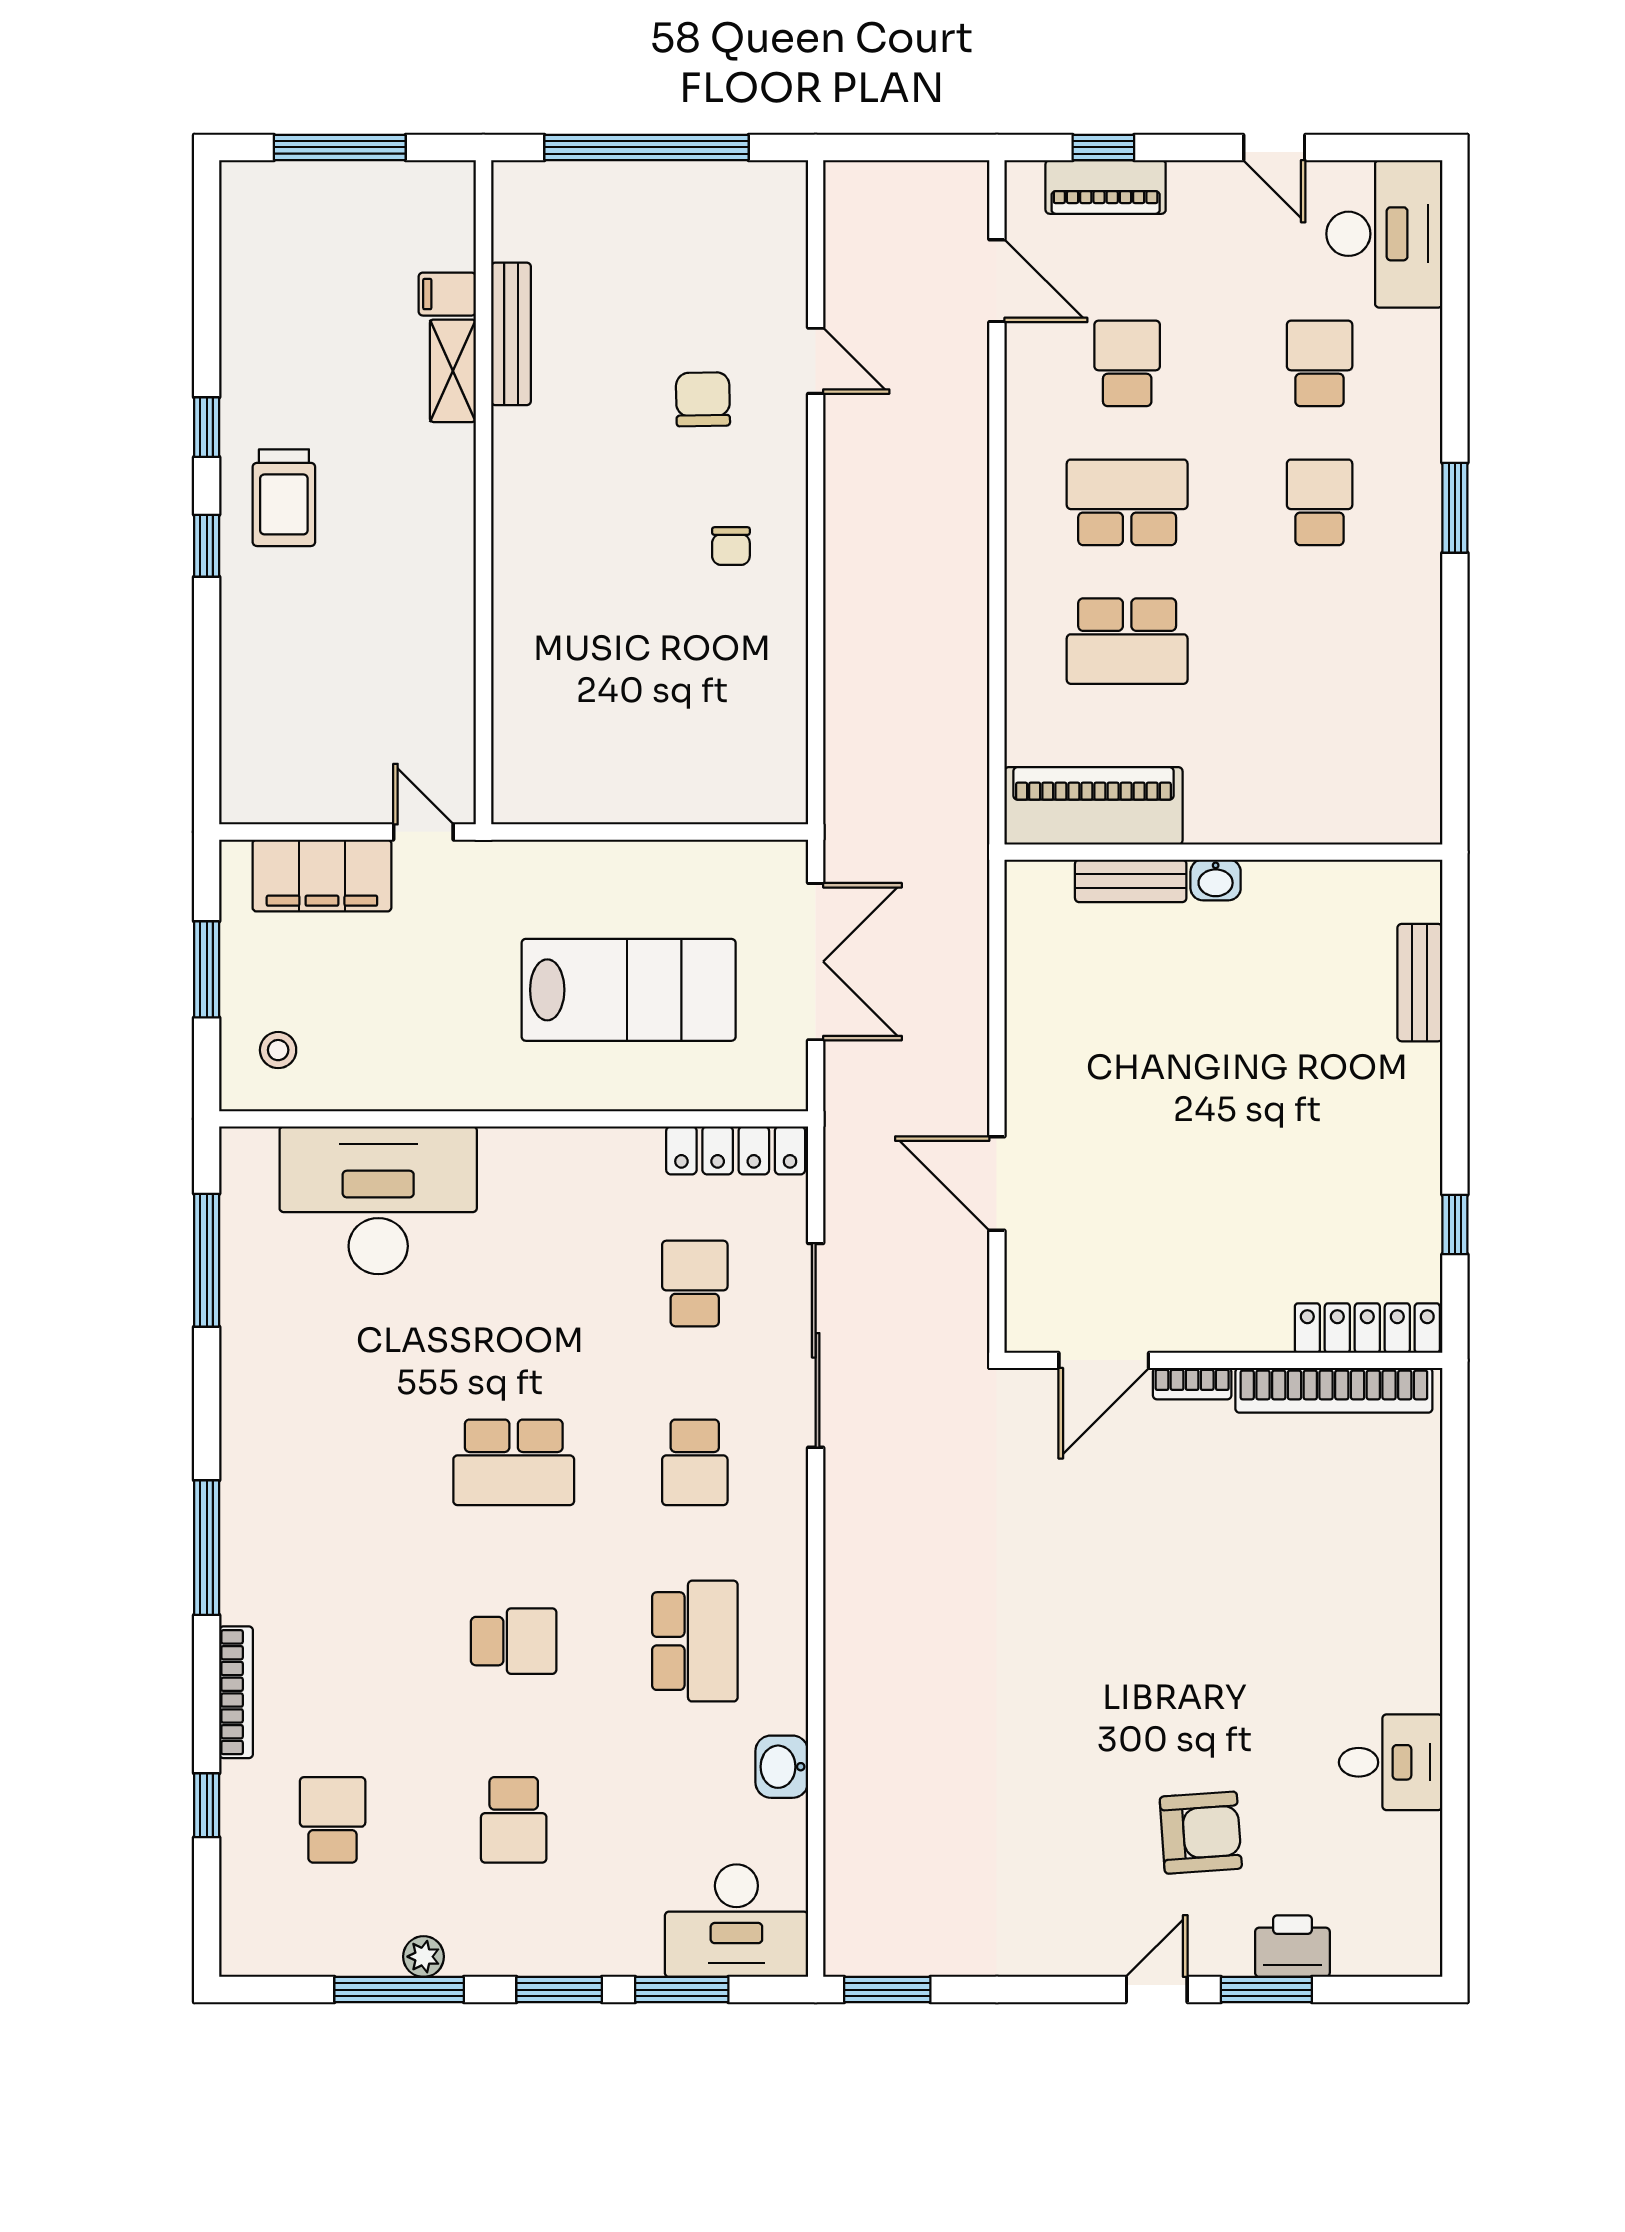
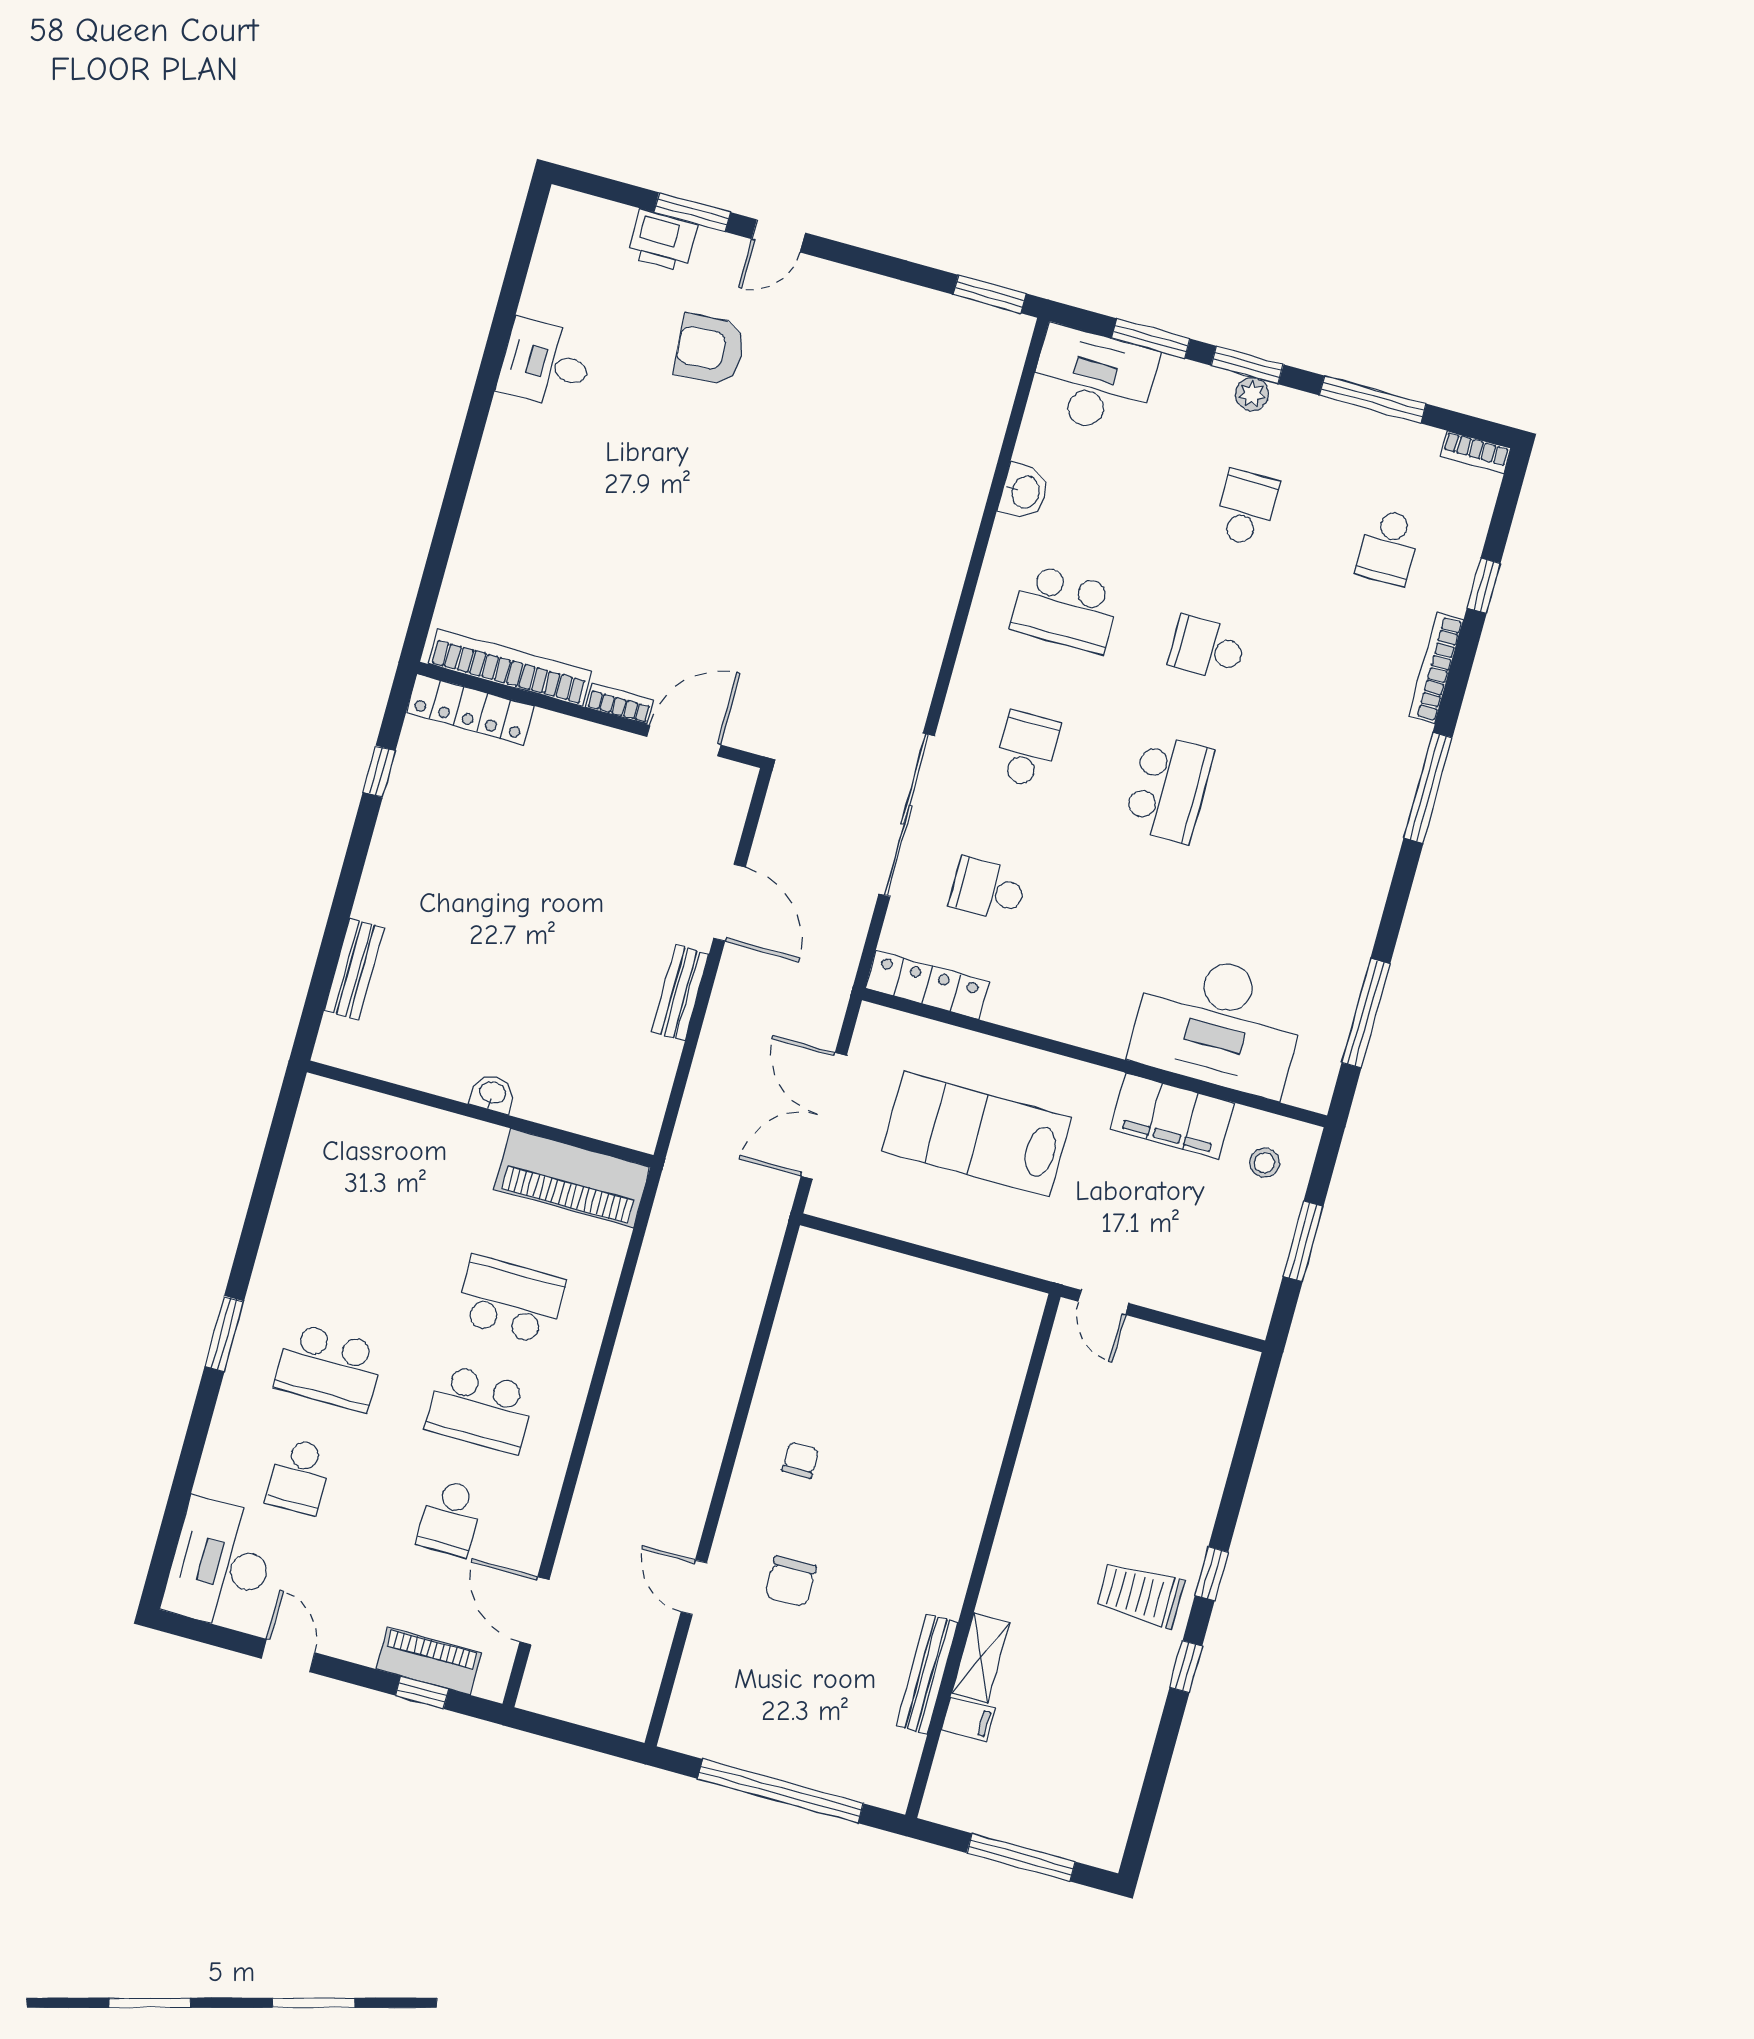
trolley: (284, 498) -> (1141, 1595), turned -90
school desk: (1320, 502) -> (329, 1367), width x1.85
filing cabinet: (322, 875) -> (1172, 1116), moved, turned 180
bench: (1131, 881) -> (680, 993), moved, turned 90
school desk: (695, 1283) -> (988, 890), turned 90
school desk: (514, 1462) -> (1169, 788), turned 90
school desk: (695, 1641) -> (1065, 609), turned -90
plant: (424, 1957) -> (1252, 394), moved
bookcase: (260, 1961) -> (1475, 452), added

